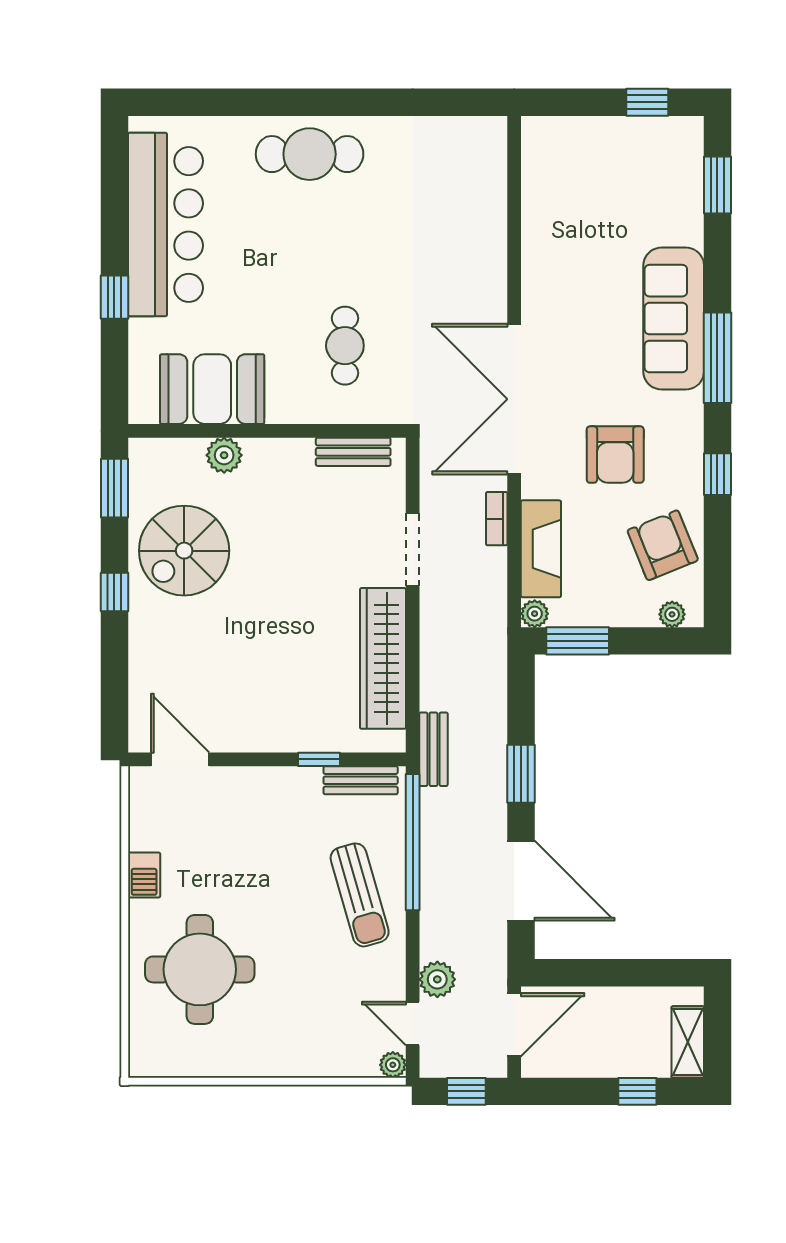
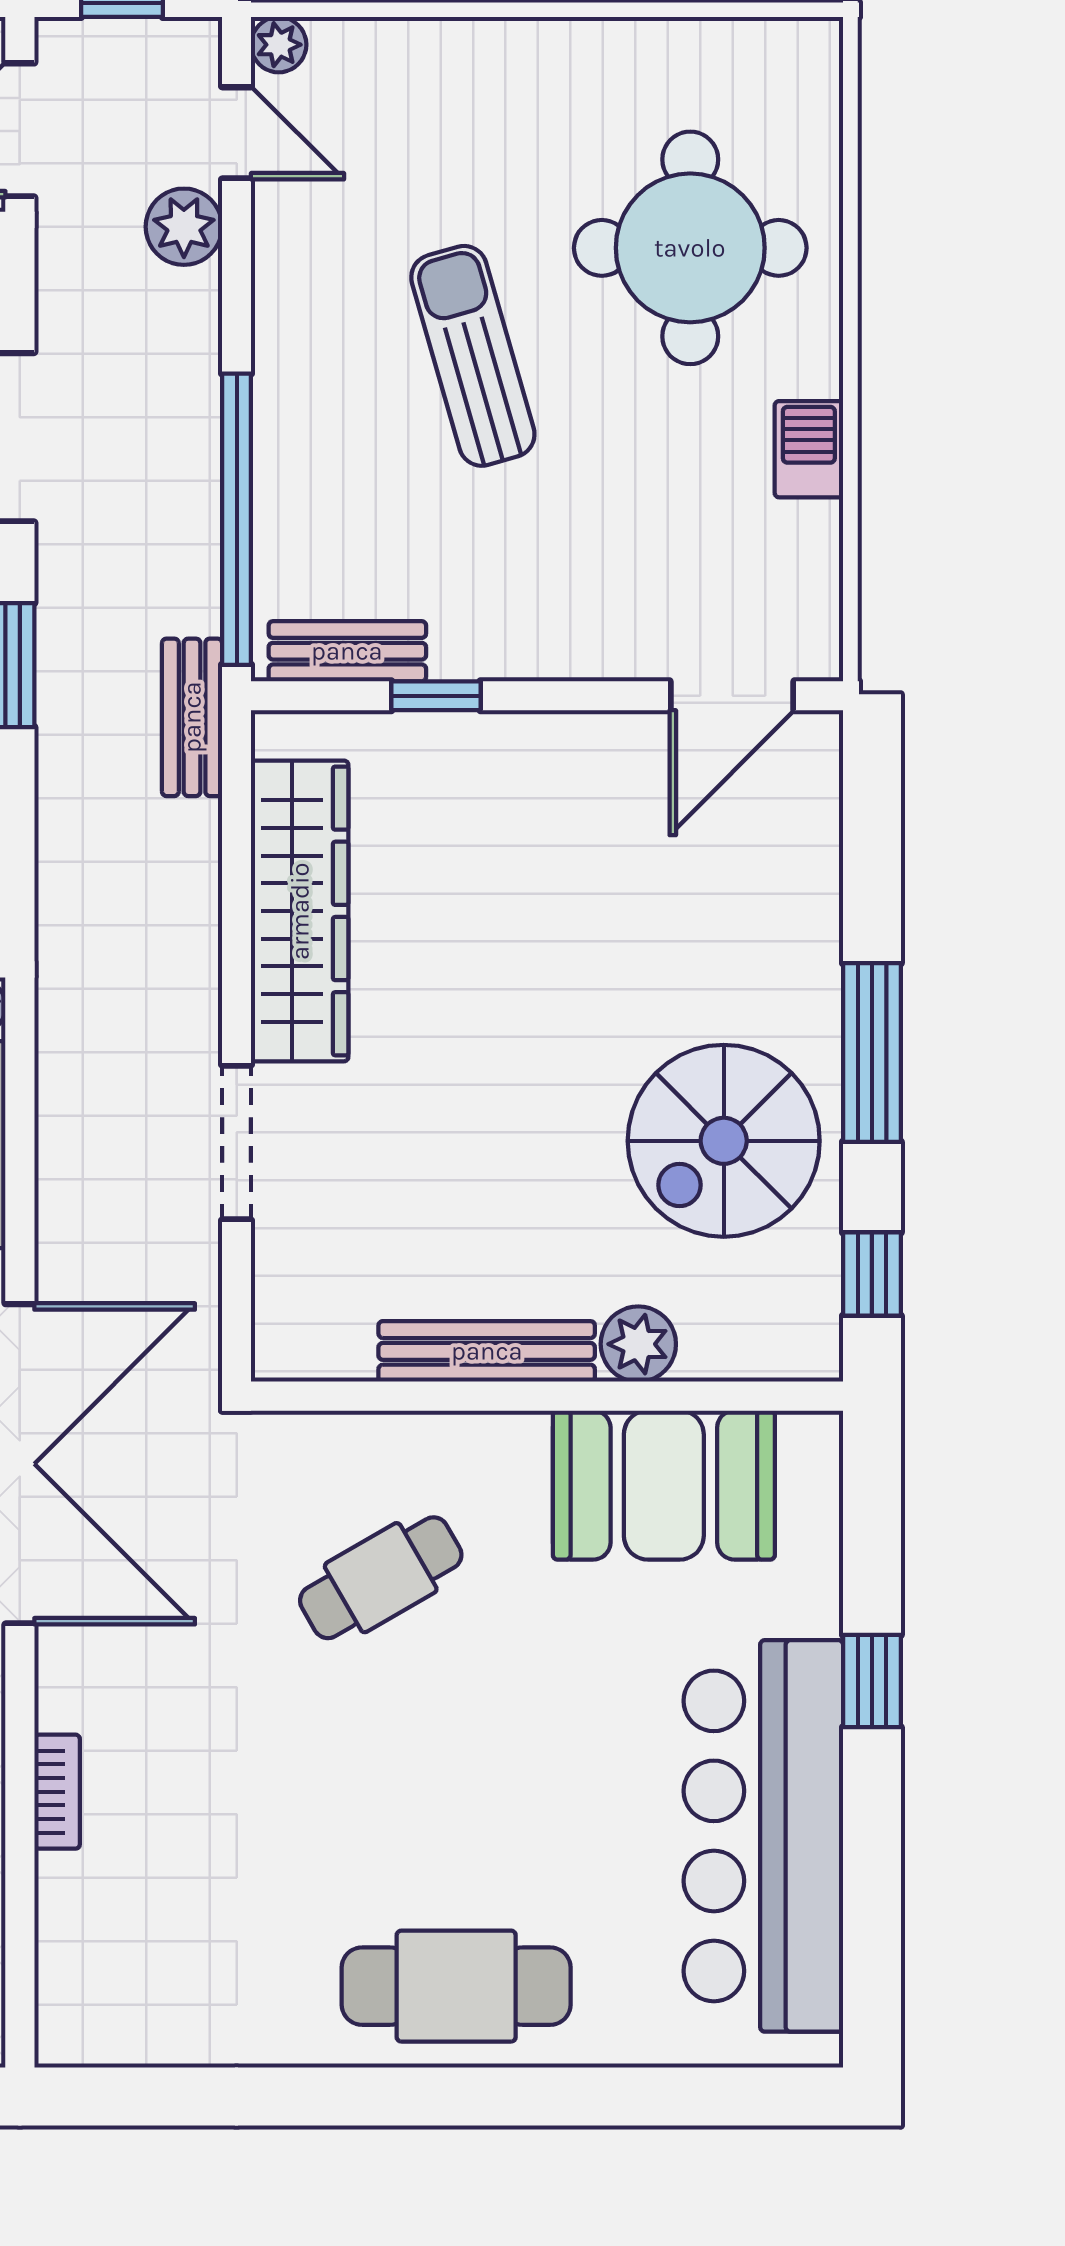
cafe table: (345, 346) -> (381, 1578), turned 60
bench: (353, 452) -> (487, 1351), moved, width x1.36
window: (114, 488) -> (872, 1274), width x0.67
bookcase: (497, 519) -> (57, 1792), moved
spiral stairs: (184, 551) -> (724, 1141), turned 180
window: (114, 592) -> (872, 1053), width x2.17
door: (180, 759) -> (732, 696), hinge flipped
sun lounger: (360, 895) -> (473, 356), moved

